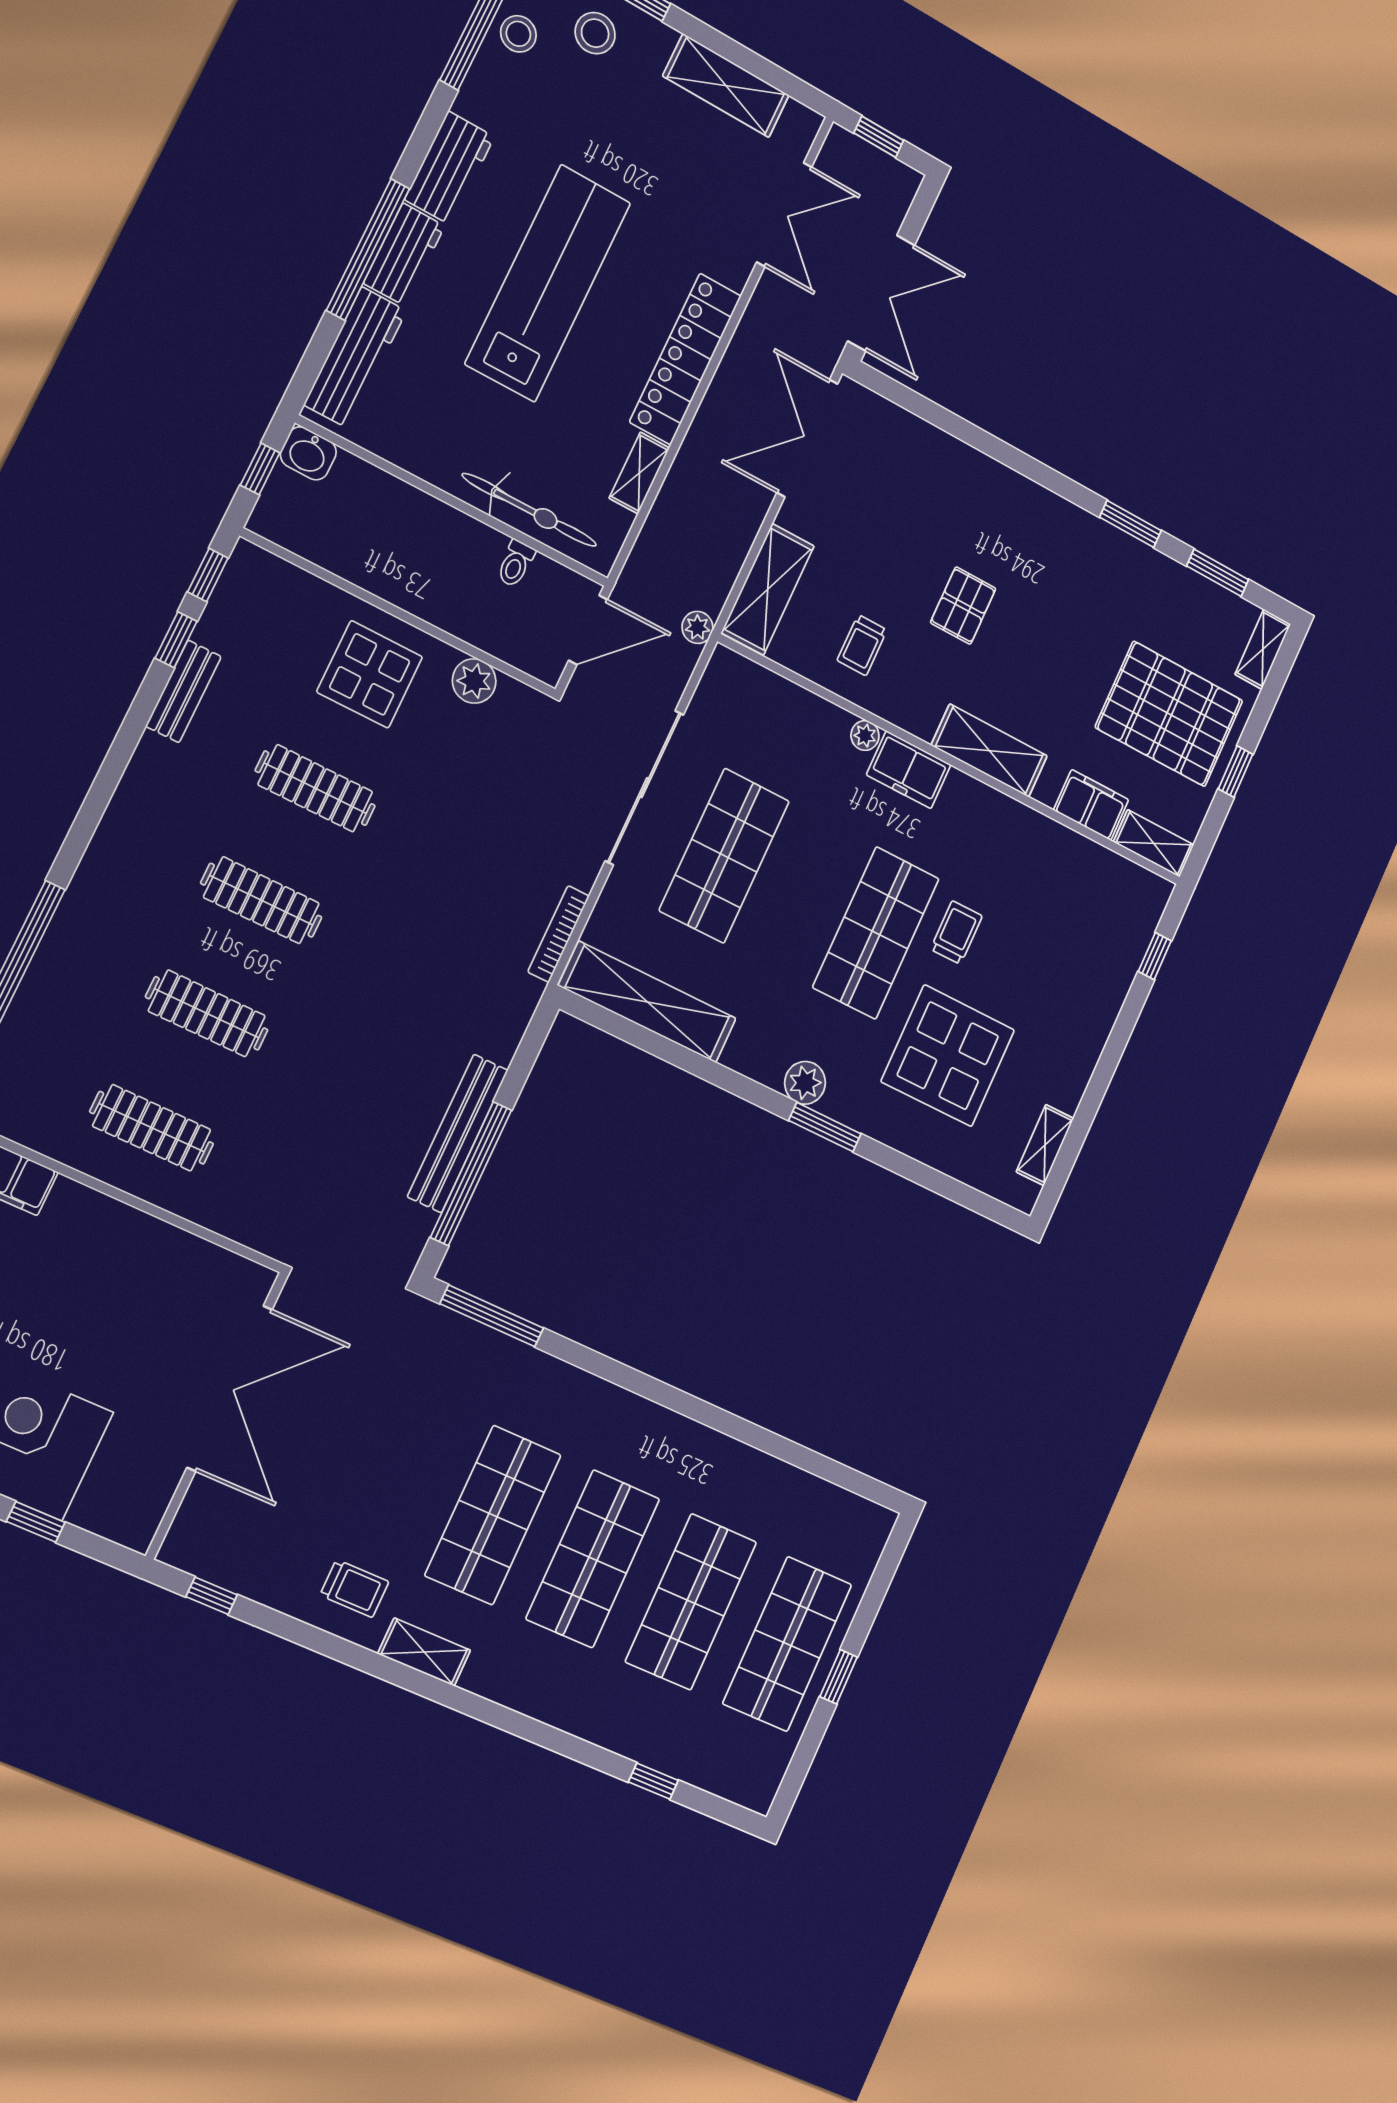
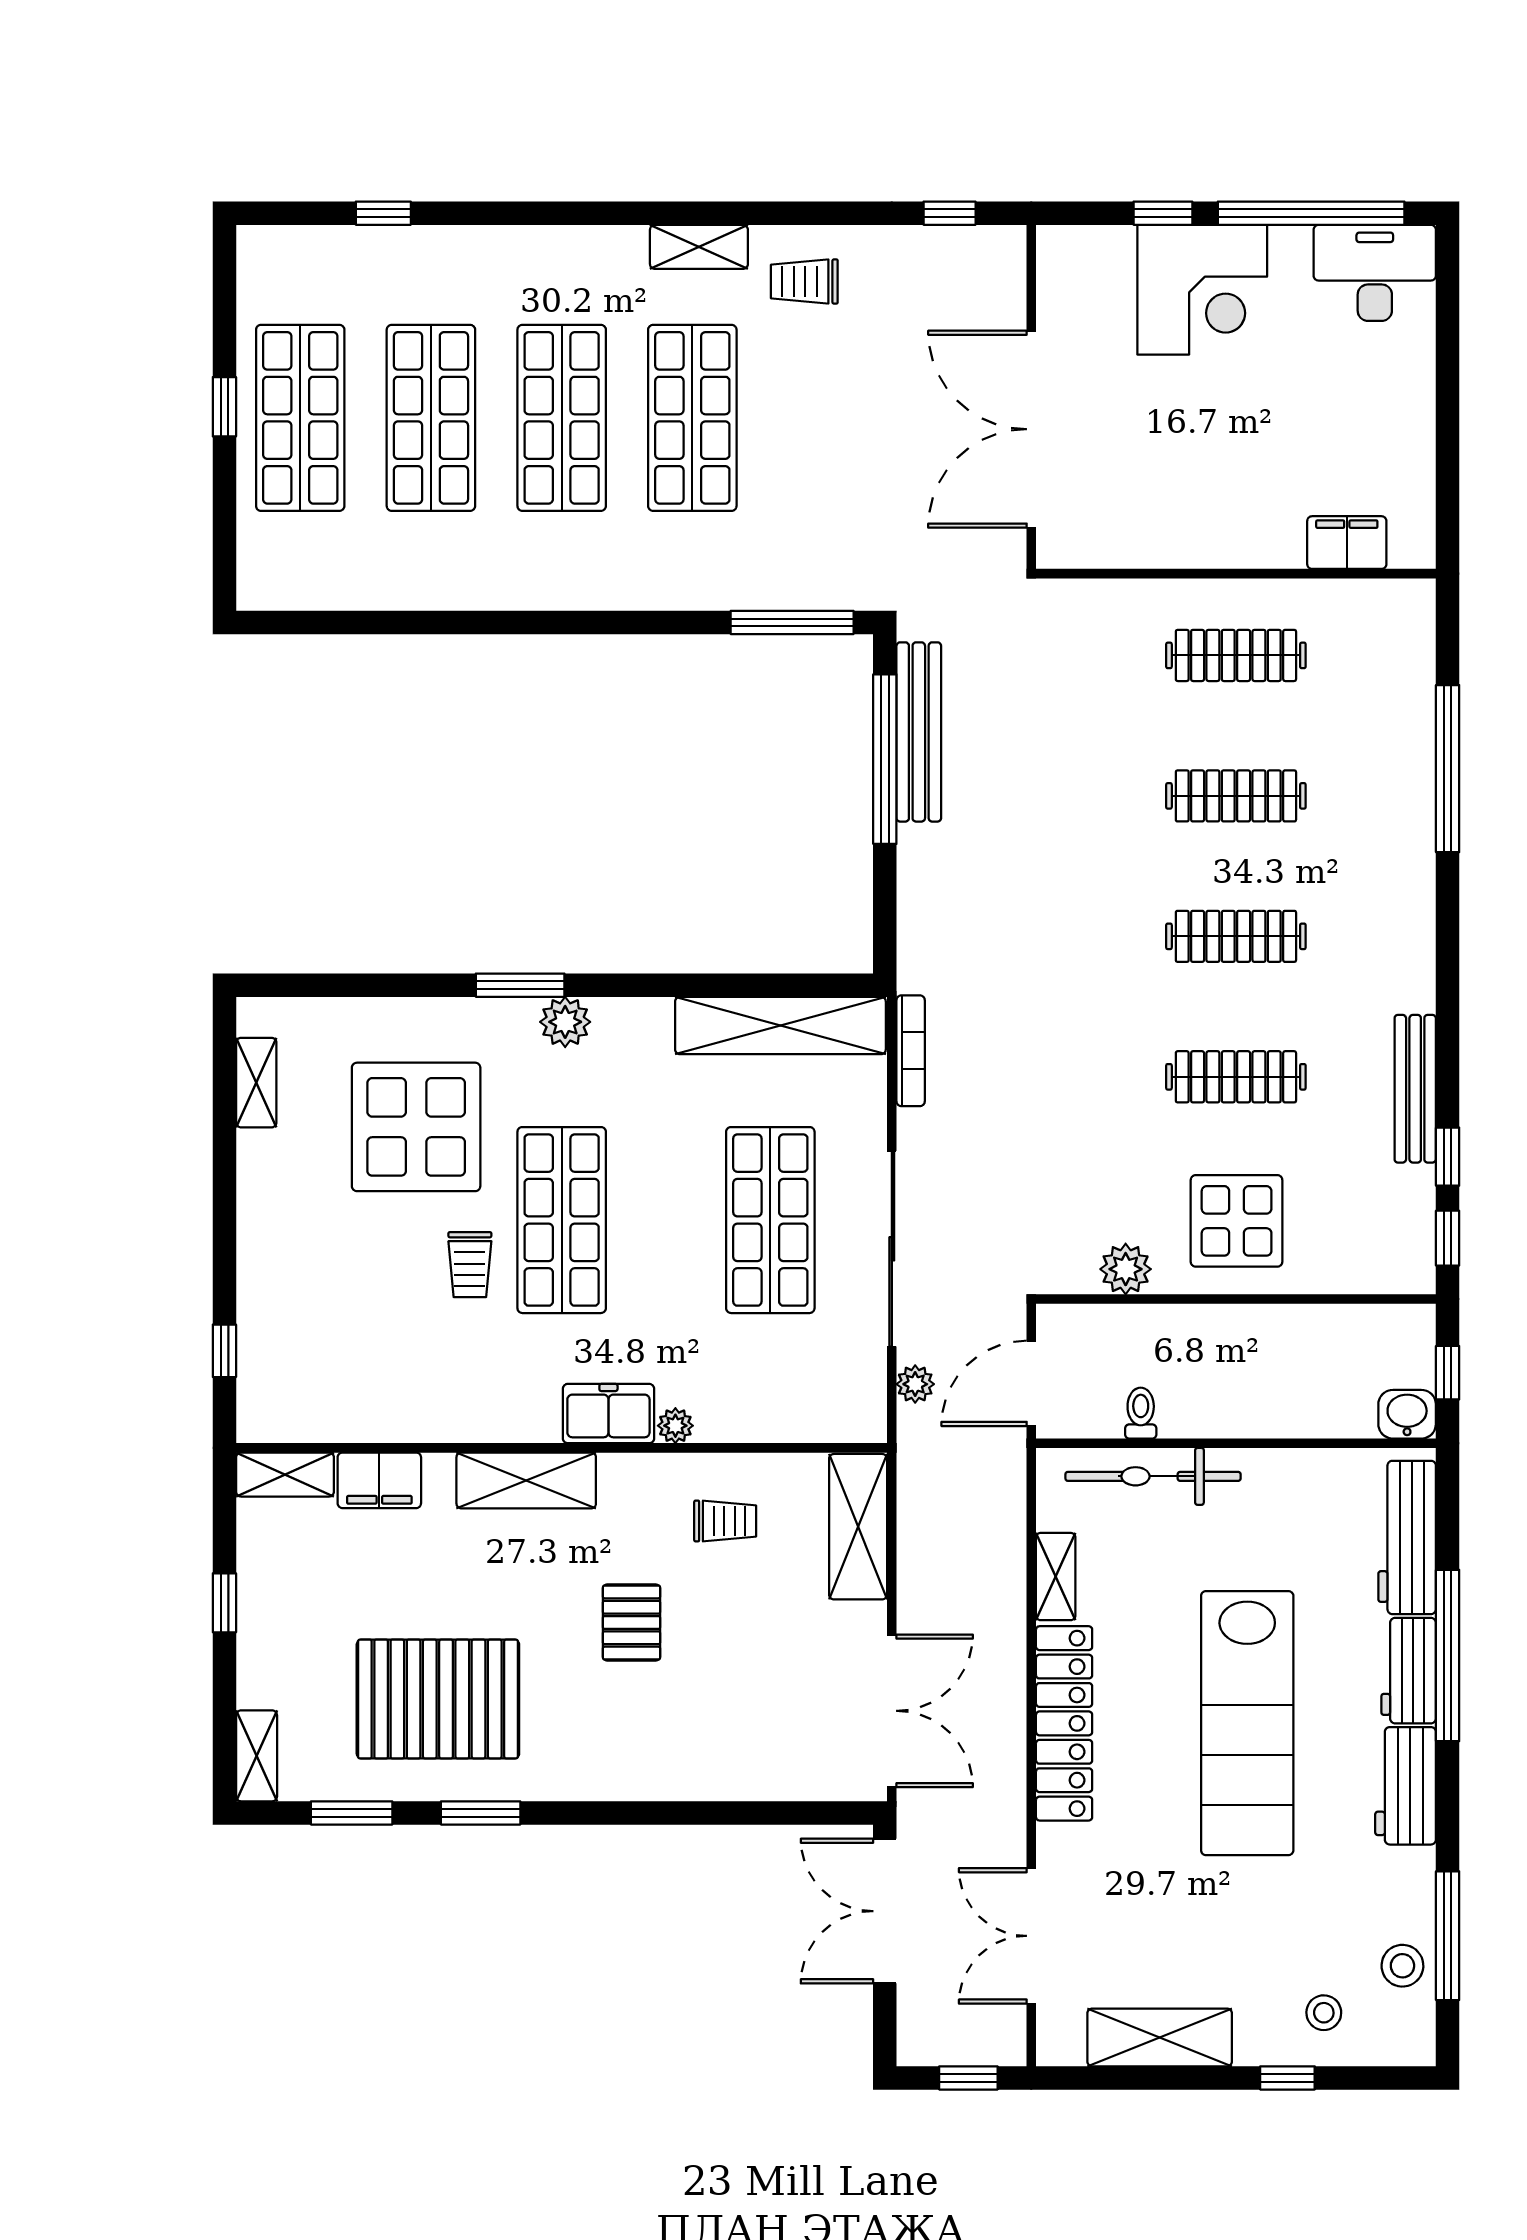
stool: (595, 33) -> (1324, 2013), width x0.73, depth x0.73
plant: (697, 627) -> (915, 1384), moved
trolley: (862, 645) -> (725, 1521), turned 90
bench: (183, 691) -> (1415, 1089), width x1.36
pallet: (1169, 714) -> (438, 1699), moved
bench: (458, 1133) -> (919, 732), moved

